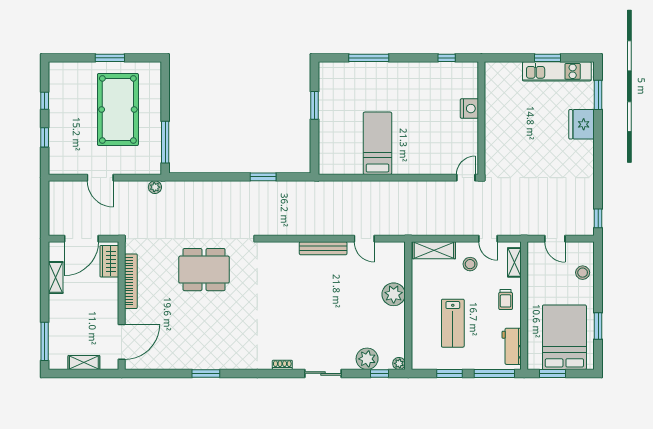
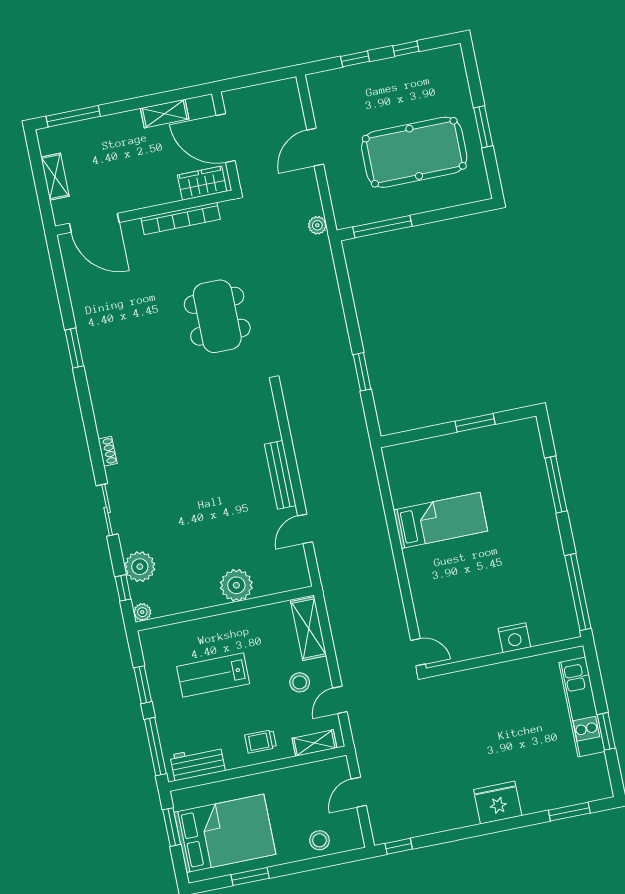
window: (447, 58) -> (578, 592), width x3.17
kitchen unit: (557, 71) -> (582, 707), moved
fridge: (582, 124) -> (498, 803), moved

